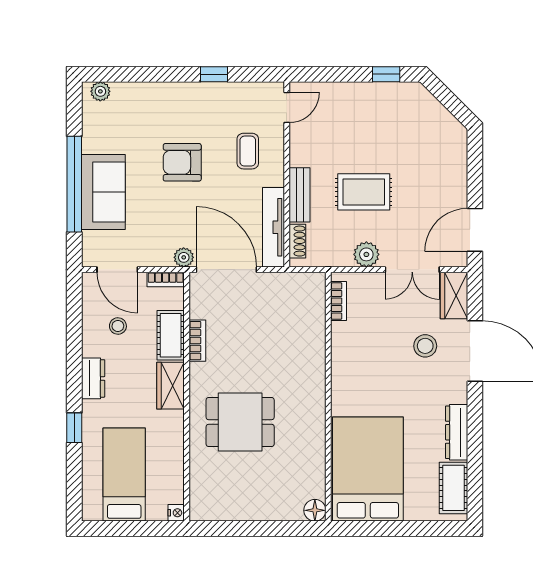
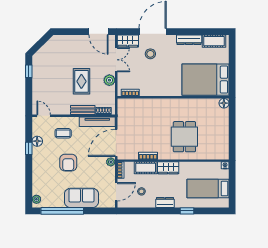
floor lamp: (230, 93) -> (37, 141), added
window: (74, 184) -> (62, 211), moved

